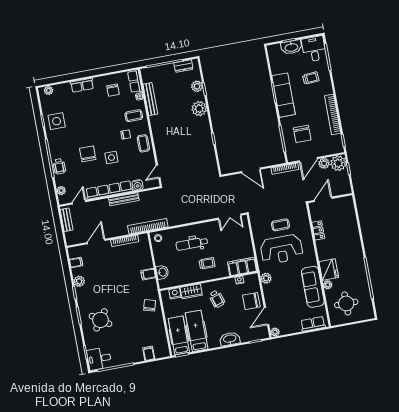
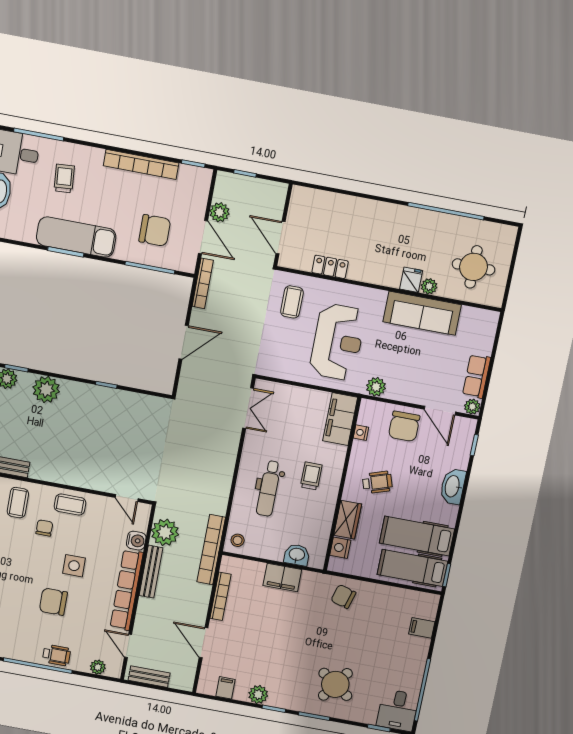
plant: (338, 163) -> (165, 532), moved
coffee table: (280, 225) -> (292, 302), moved
fridge: (329, 269) -> (411, 280), width x0.53, depth x0.75
filing cabinet: (148, 274) -> (282, 578), width x2.00
row of seats: (313, 324) -> (477, 376), moved

